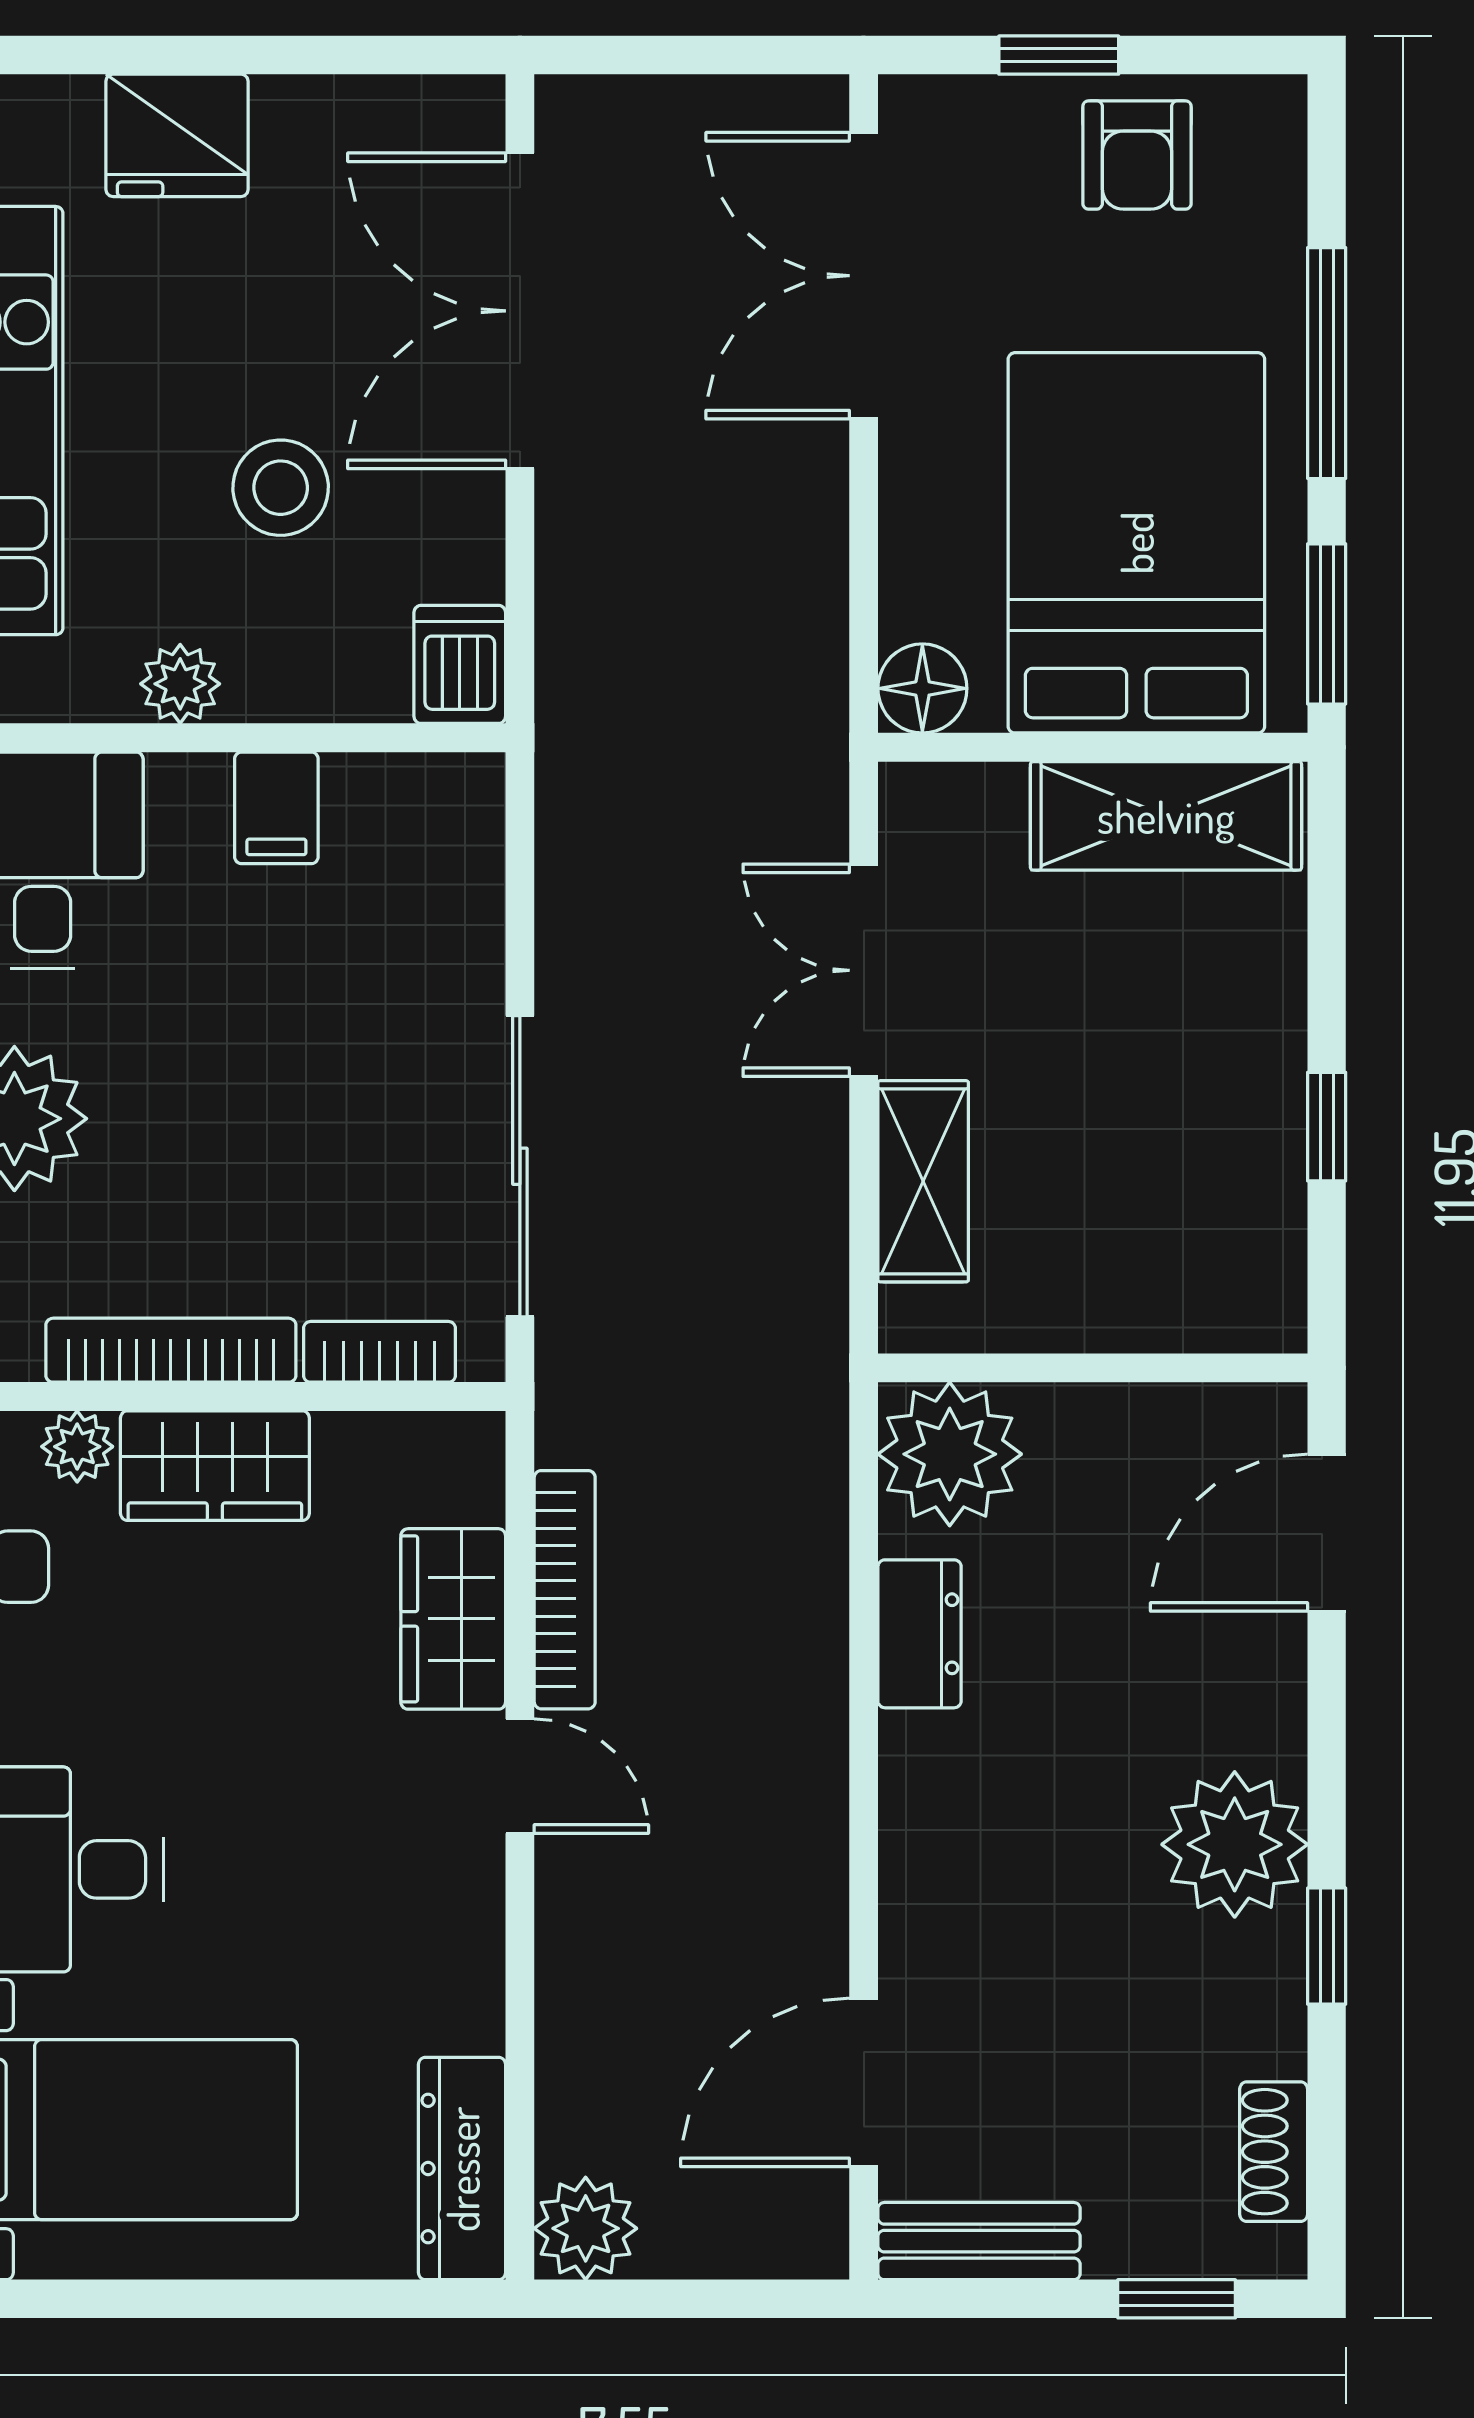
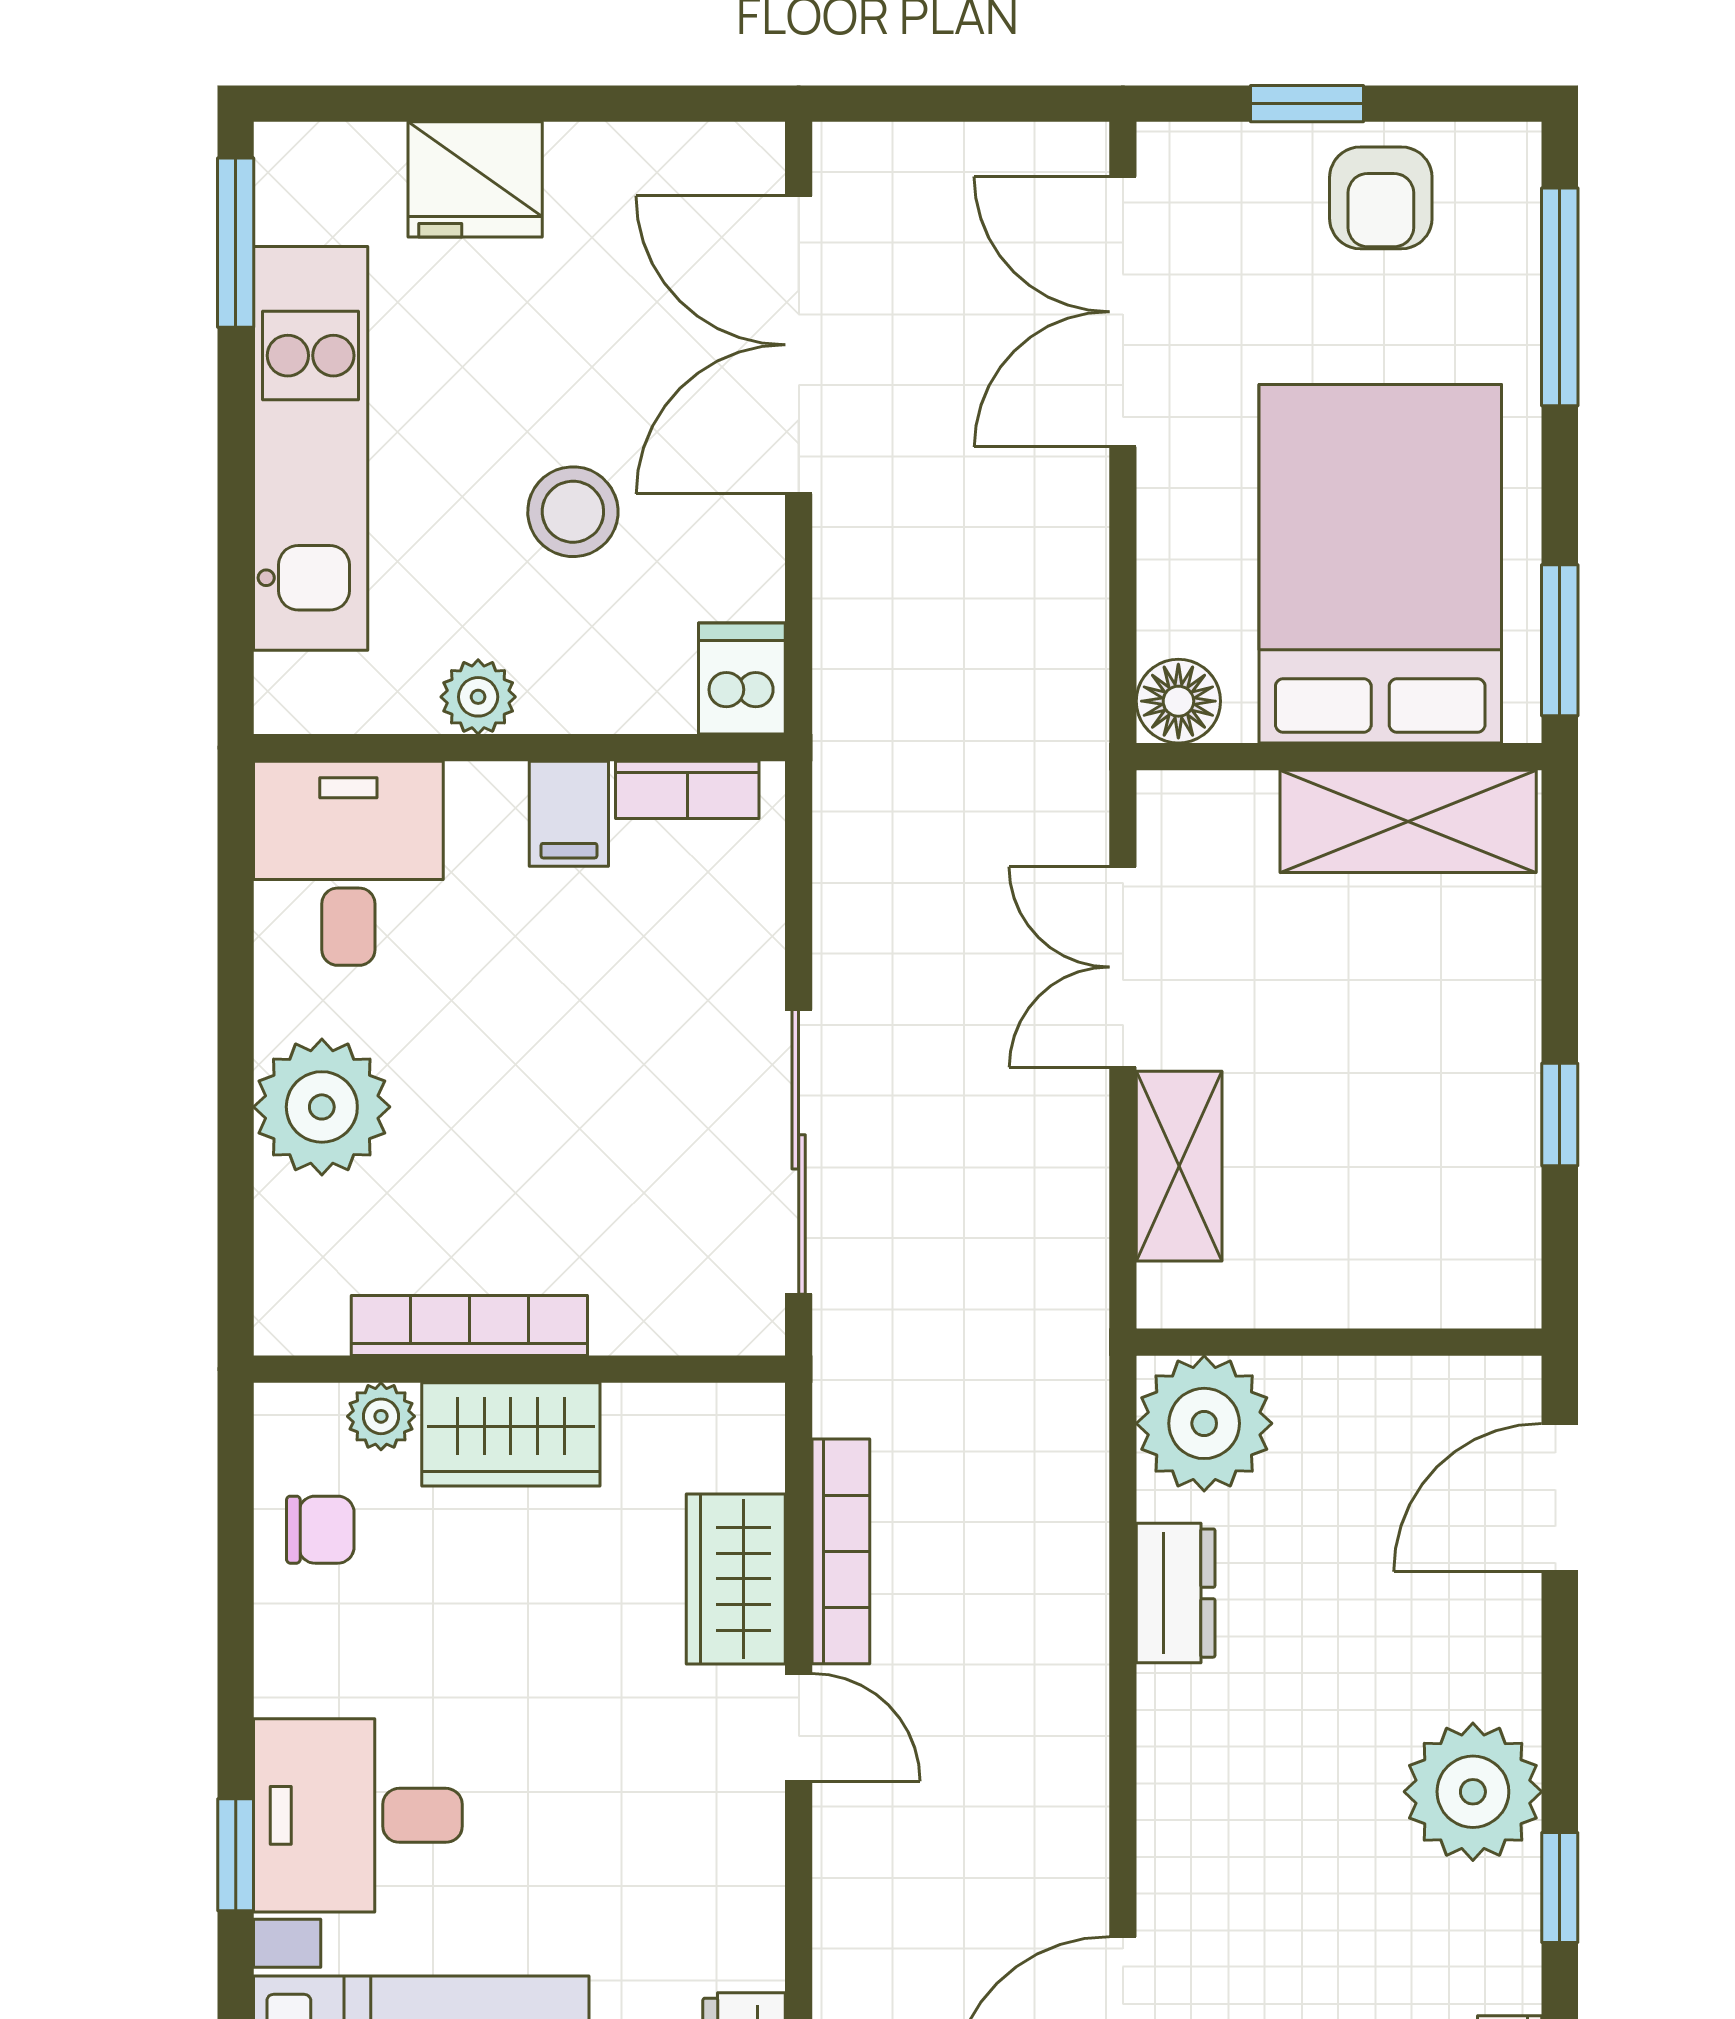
window: (1327, 363) -> (1560, 297), moved
bookcase: (380, 1352) -> (687, 790), moved, turned 180

